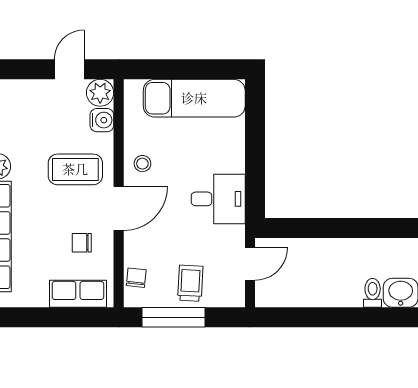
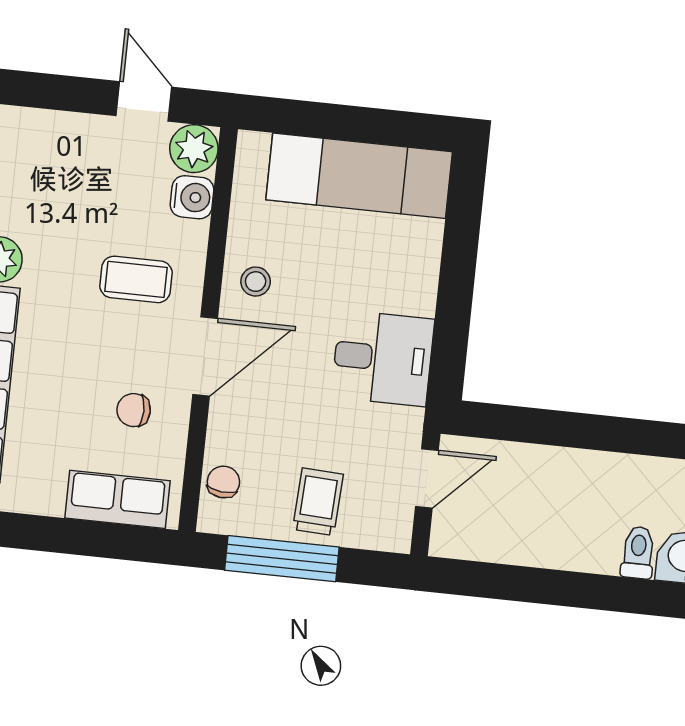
door: (69, 69) -> (144, 101), hinge flipped
coffee table: (75, 169) -> (136, 279), width x0.73, depth x0.77

